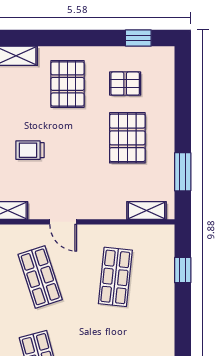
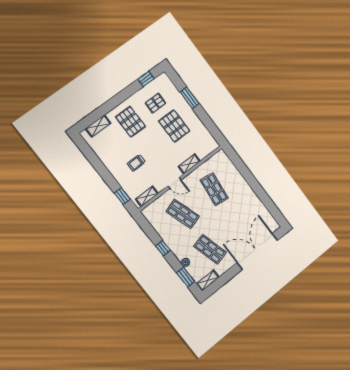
window: (183, 172) -> (190, 98), moved
shelving: (146, 211) -> (189, 164), moved
window: (183, 270) -> (240, 165), removed

